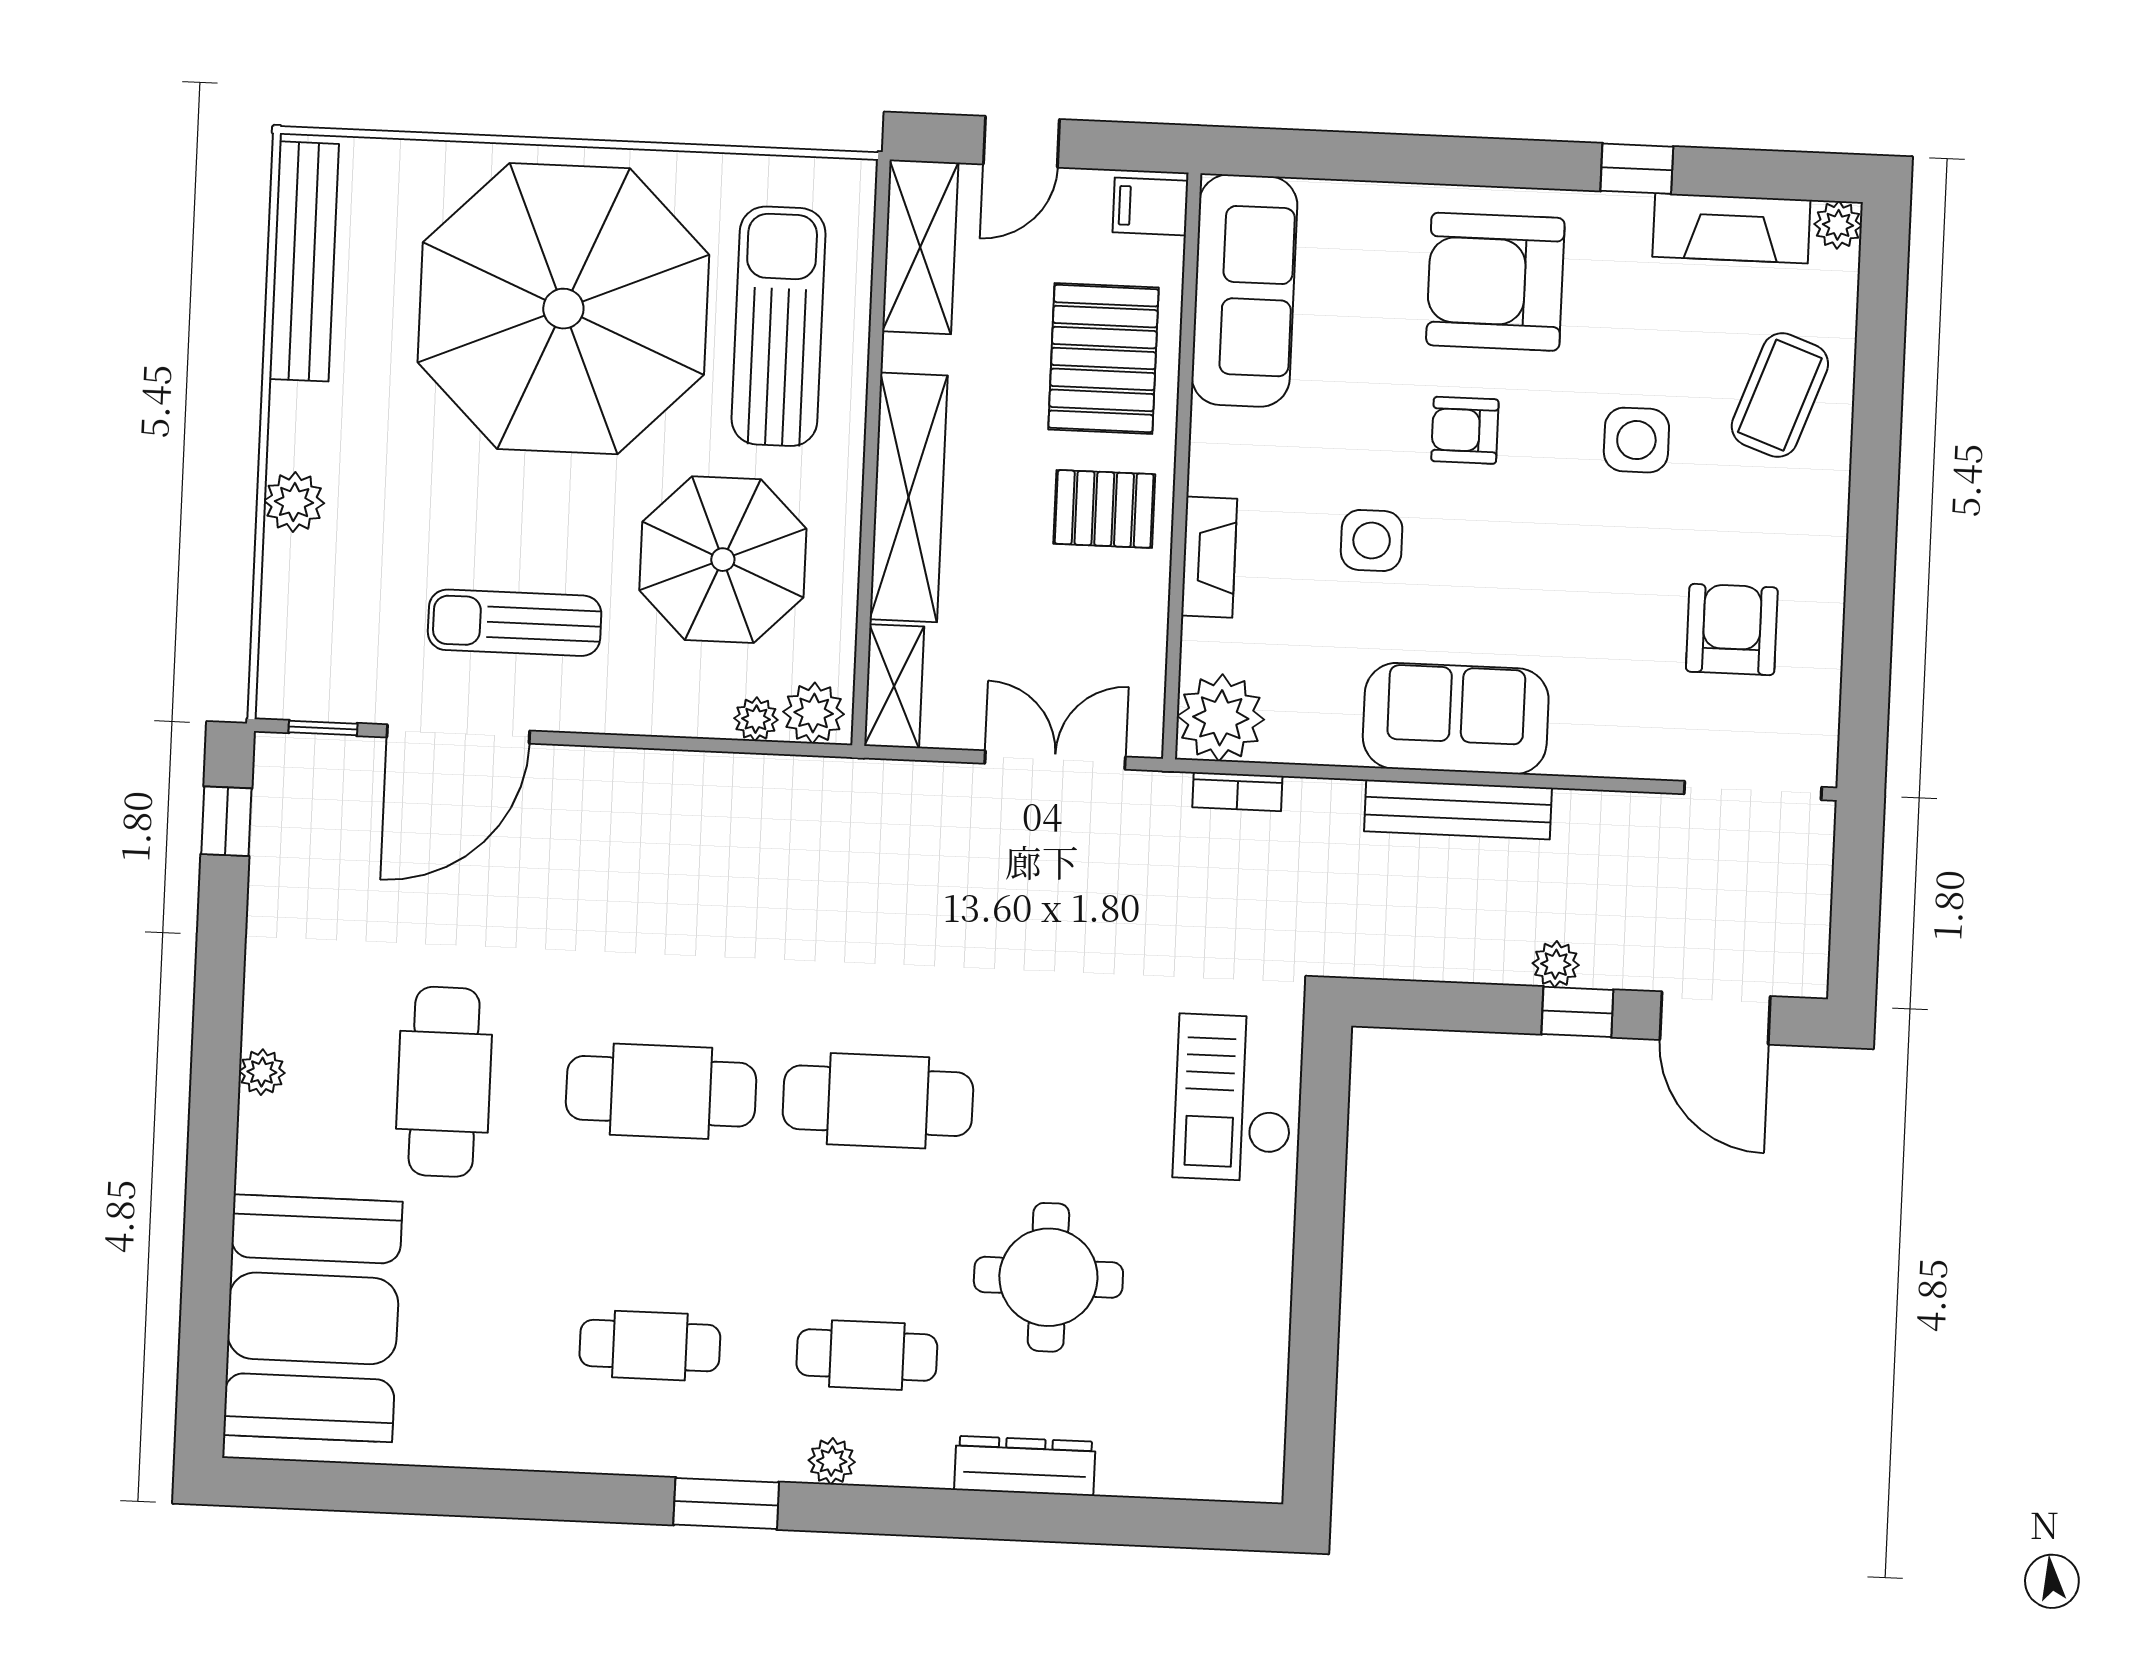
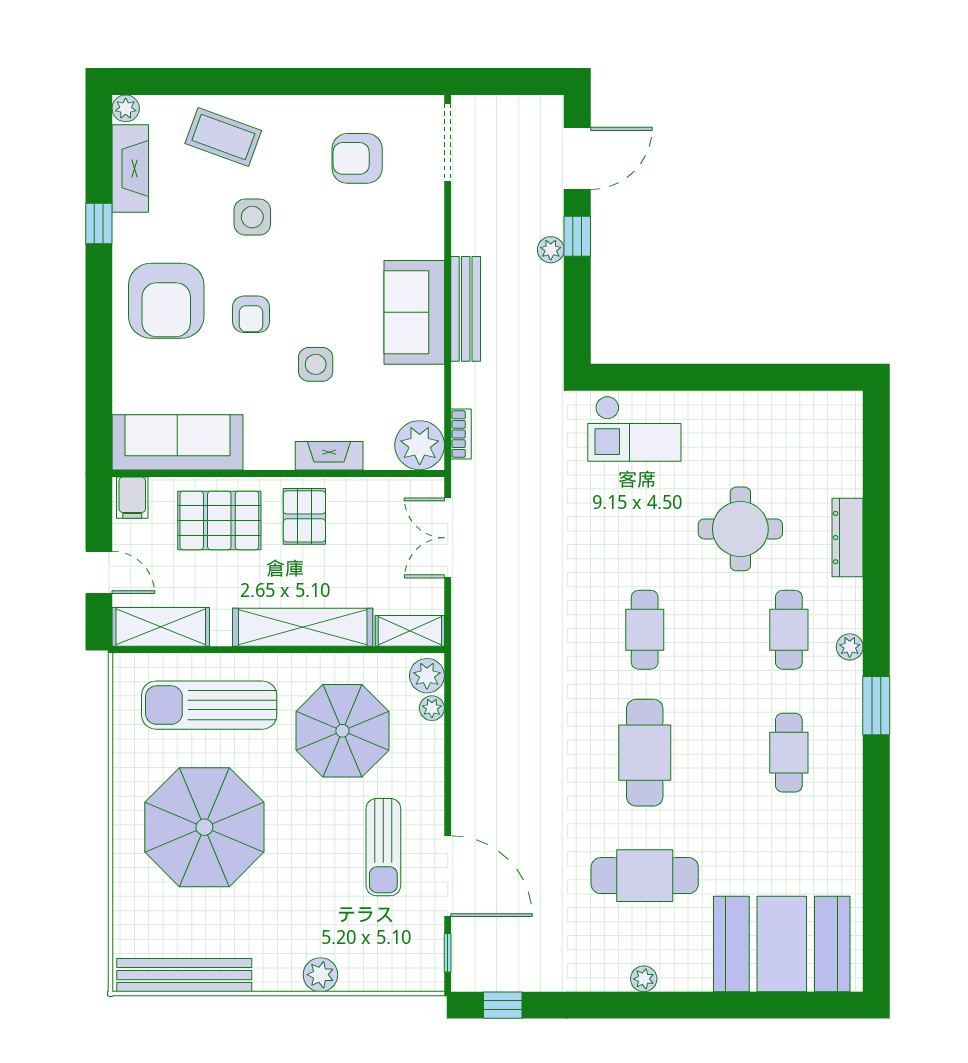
parasol: (563, 309) -> (204, 827), width x0.73, depth x0.73
cafe table: (878, 1101) -> (645, 630), width x0.73, depth x0.74

